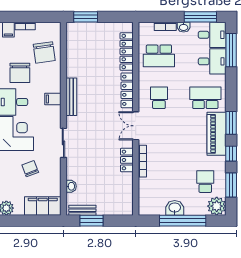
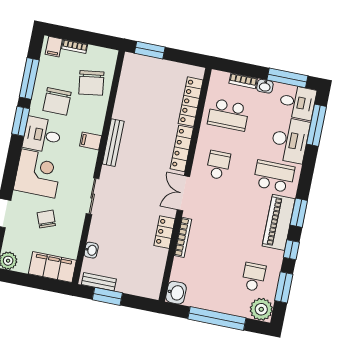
desk: (212, 61) -> (290, 140), width x1.37
washbasin: (175, 208) -> (176, 293), moved, turned 90

